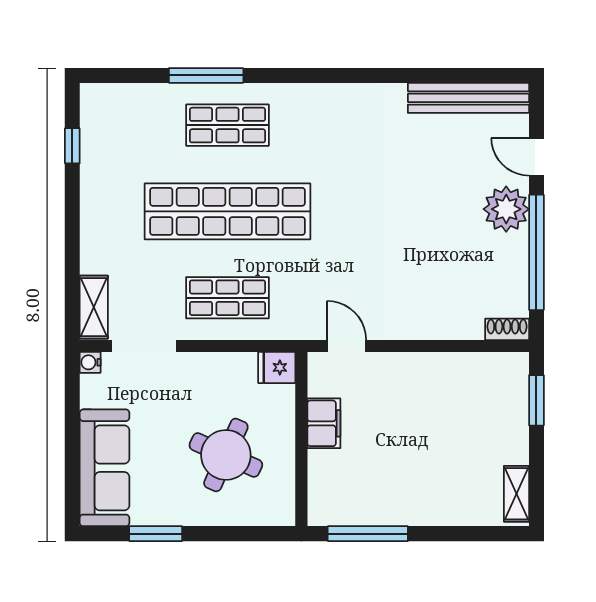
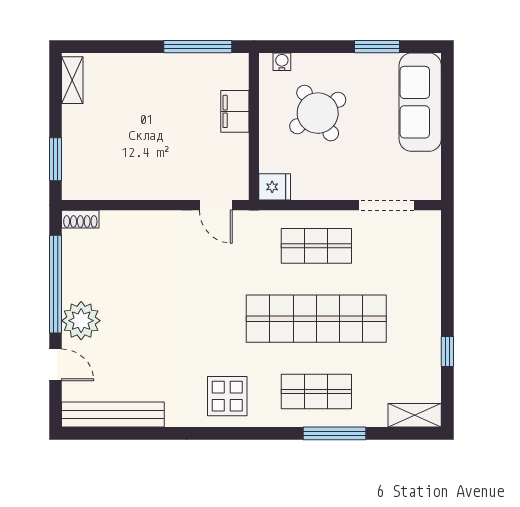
display table: (333, 120) -> (227, 396), added
window: (72, 146) -> (447, 352), moved
shelving: (94, 307) -> (415, 415), moved, turned 90
water cooler: (90, 362) -> (282, 62), moved, turned -90
filing cabinet: (324, 423) -> (235, 111), moved
round table: (226, 455) -> (318, 113), turned 33

